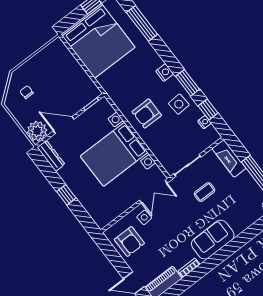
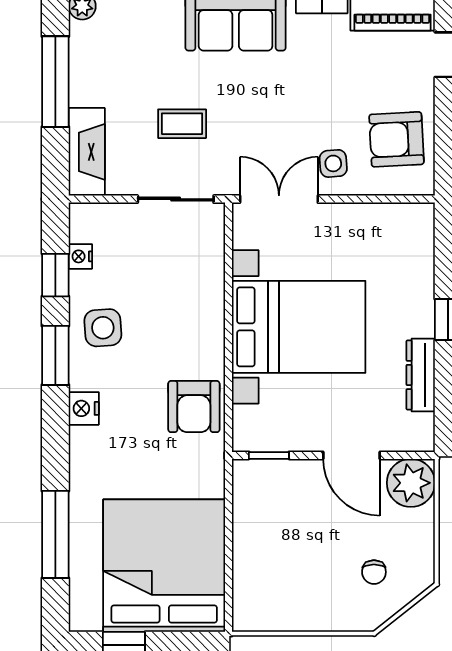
armchair: (147, 114) -> (194, 407), moved, turned 90
dresser: (51, 156) -> (421, 375), moved
armchair: (129, 241) -> (397, 139), turned -93

